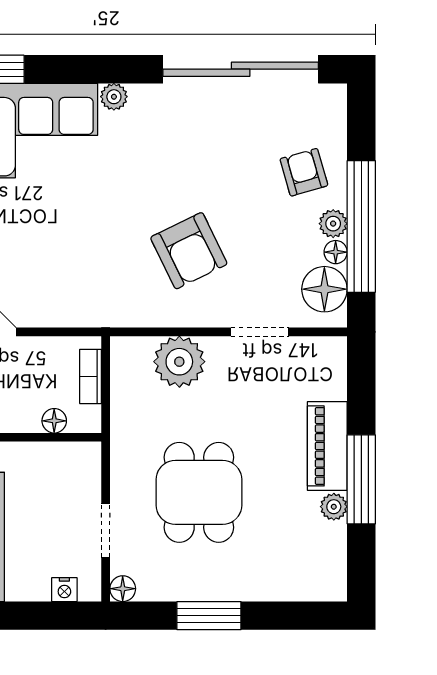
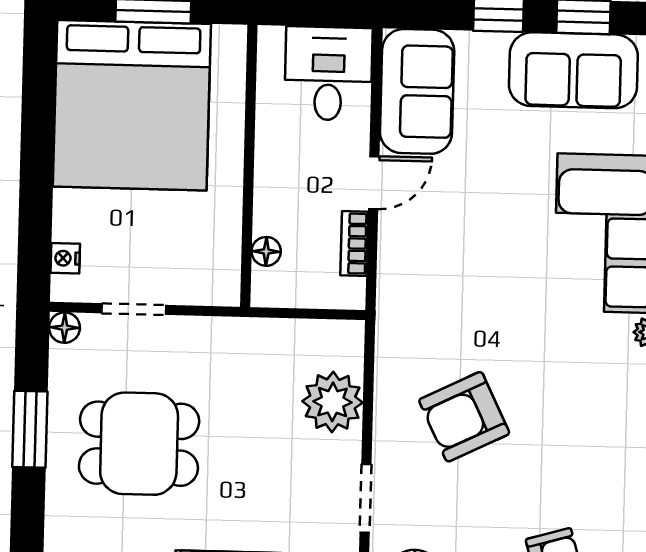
bookcase: (91, 376) -> (354, 243), moved, turned -90
dining table: (199, 492) -> (139, 444), moved

